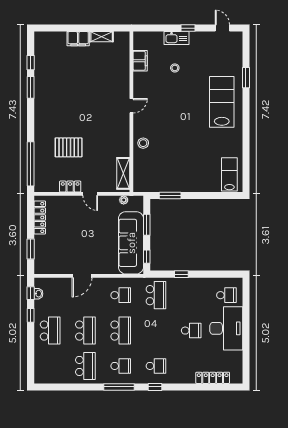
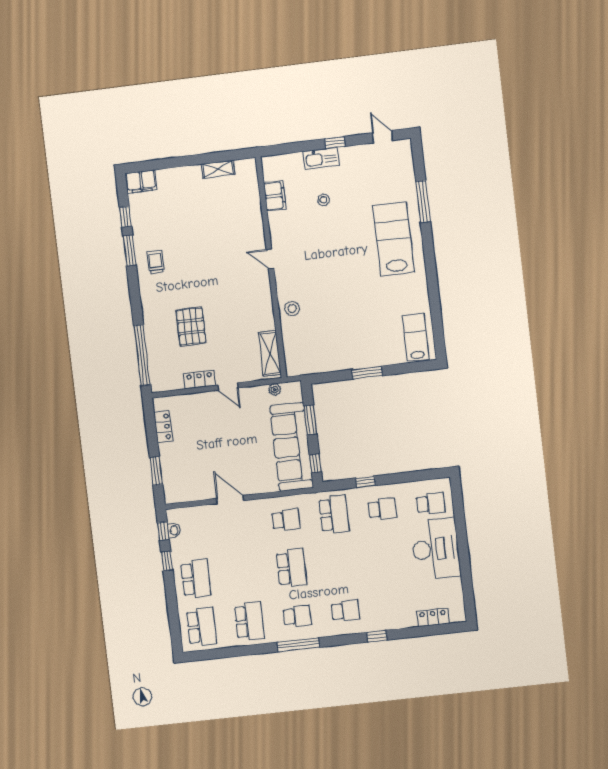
filing cabinet: (78, 39) -> (141, 181), moved
window: (246, 78) -> (423, 201), width x1.44
trolley: (48, 98) -> (156, 262), added
door: (131, 106) -> (270, 259), swing flipped
pallet: (69, 147) -> (191, 327), turned 90
window: (170, 196) -> (367, 373), moved
locker: (40, 217) -> (163, 427), width x0.66
door: (82, 276) -> (230, 500), swing flipped
school desk: (85, 331) -> (202, 627), moved
school desk: (191, 331) -> (382, 509), moved
locker: (213, 378) -> (433, 617), width x0.66
window: (155, 387) -> (377, 636), moved

